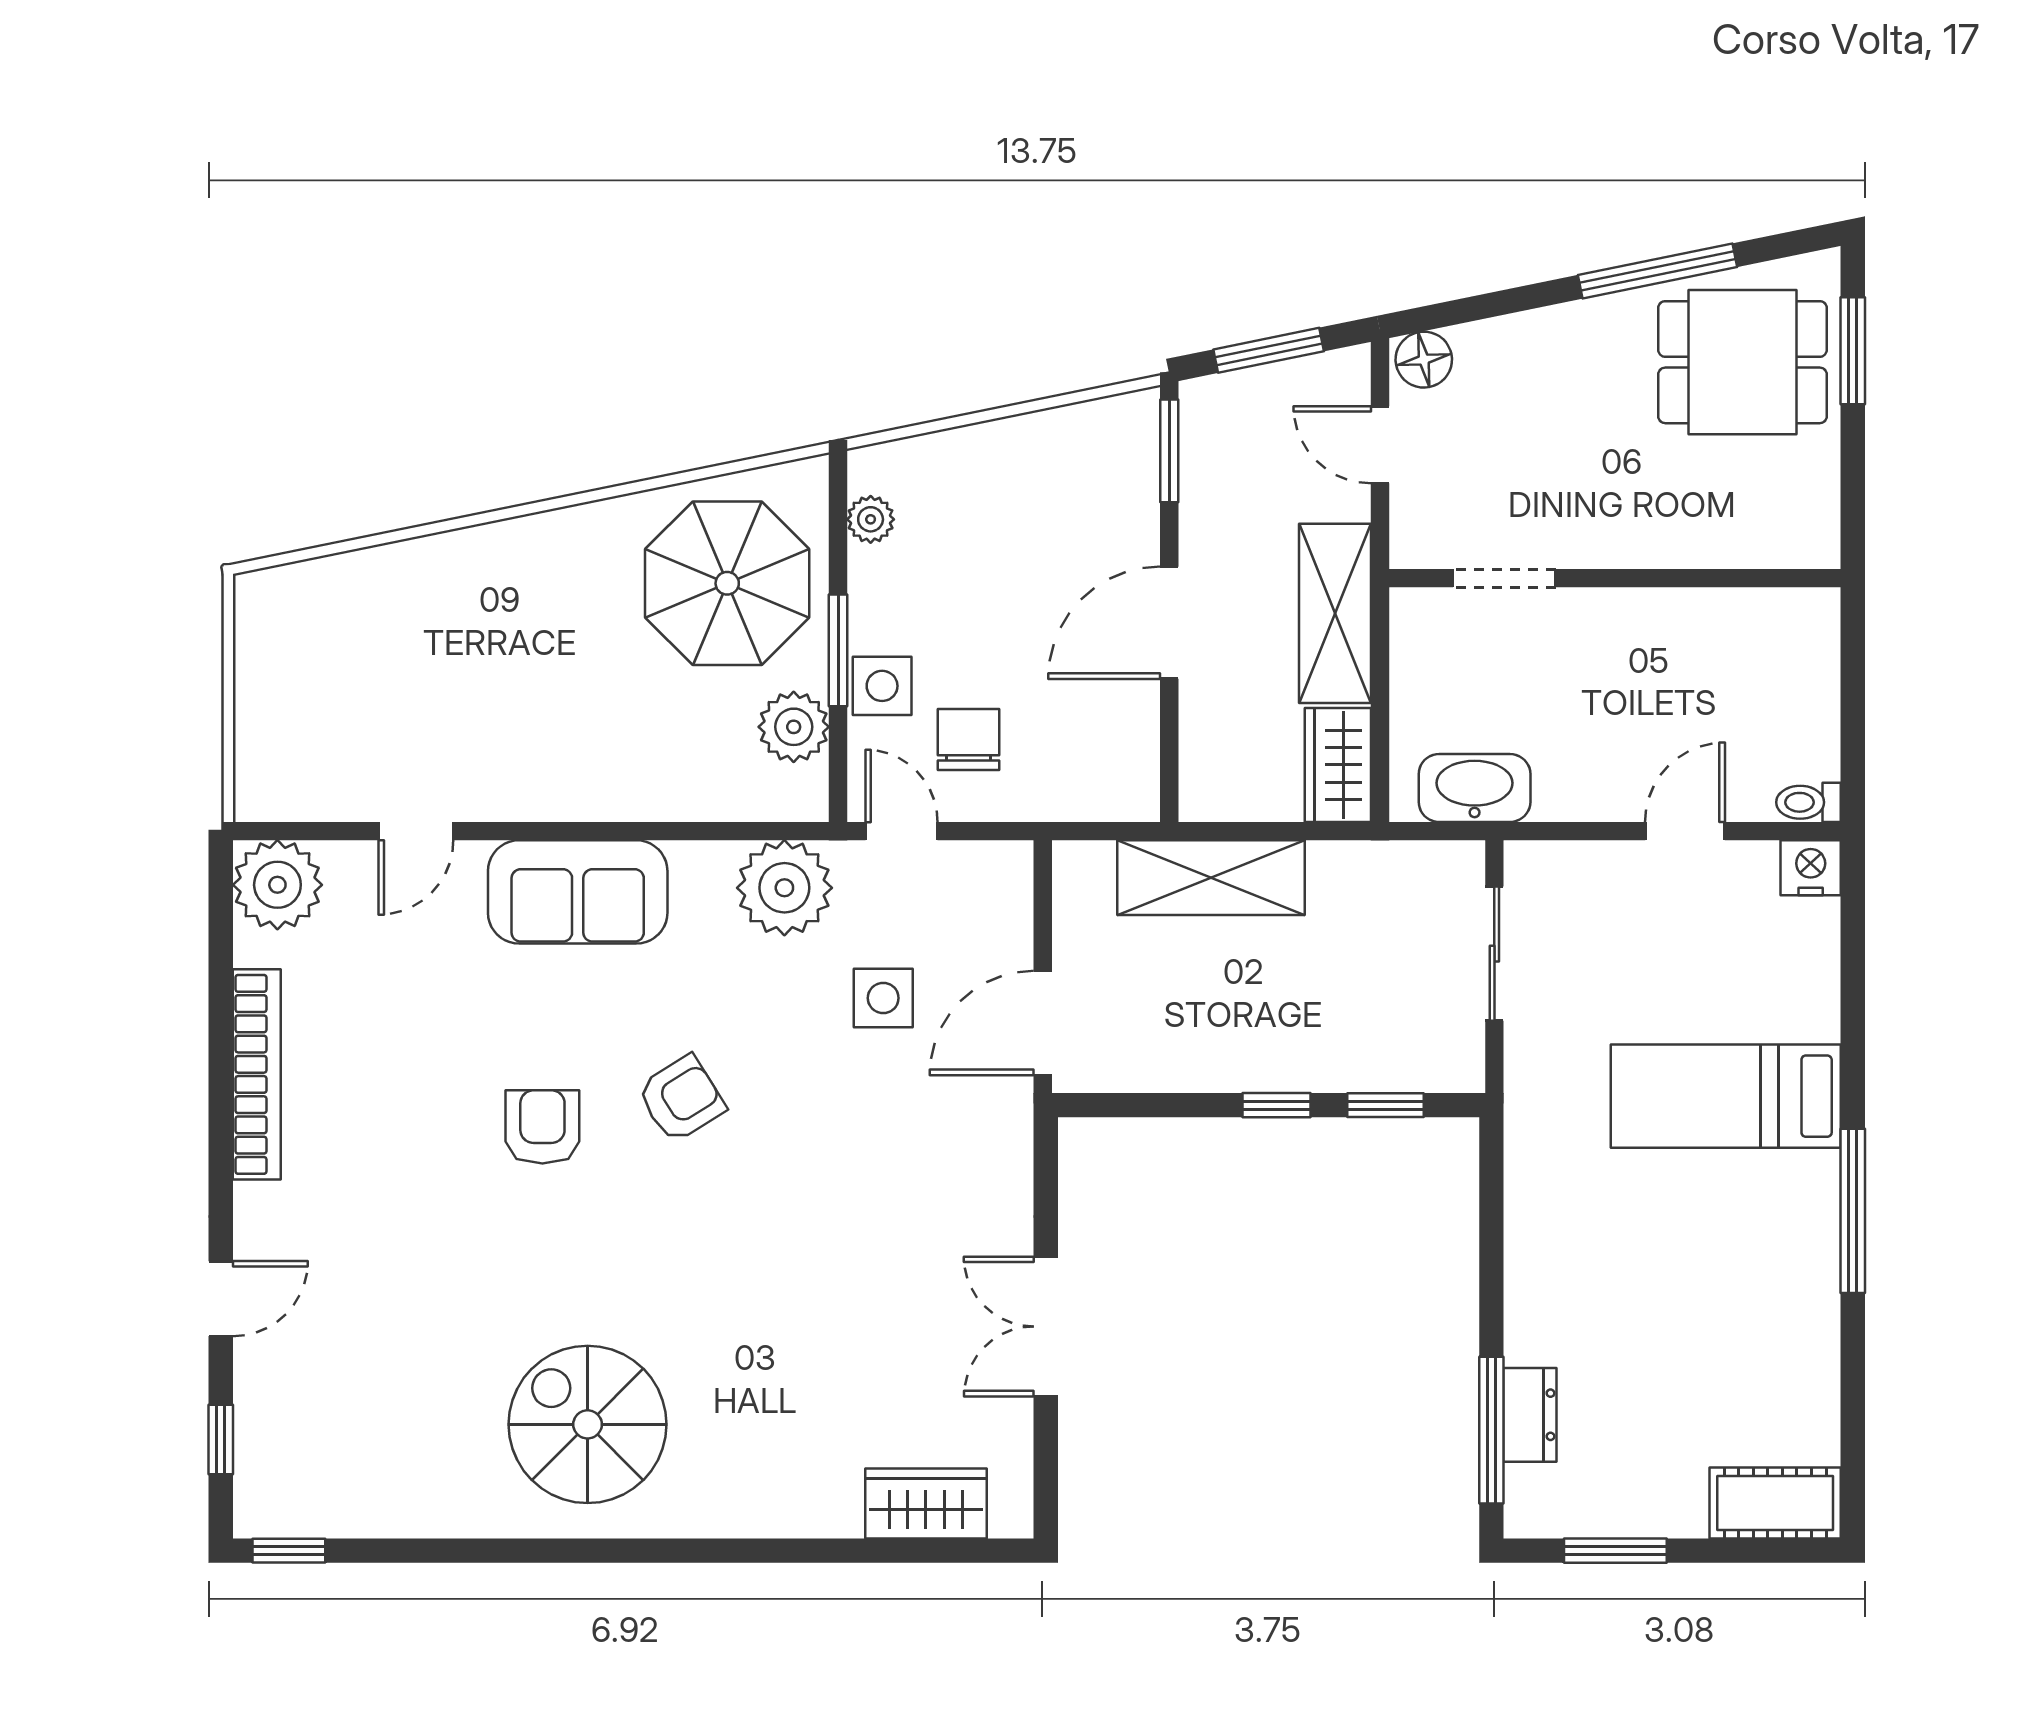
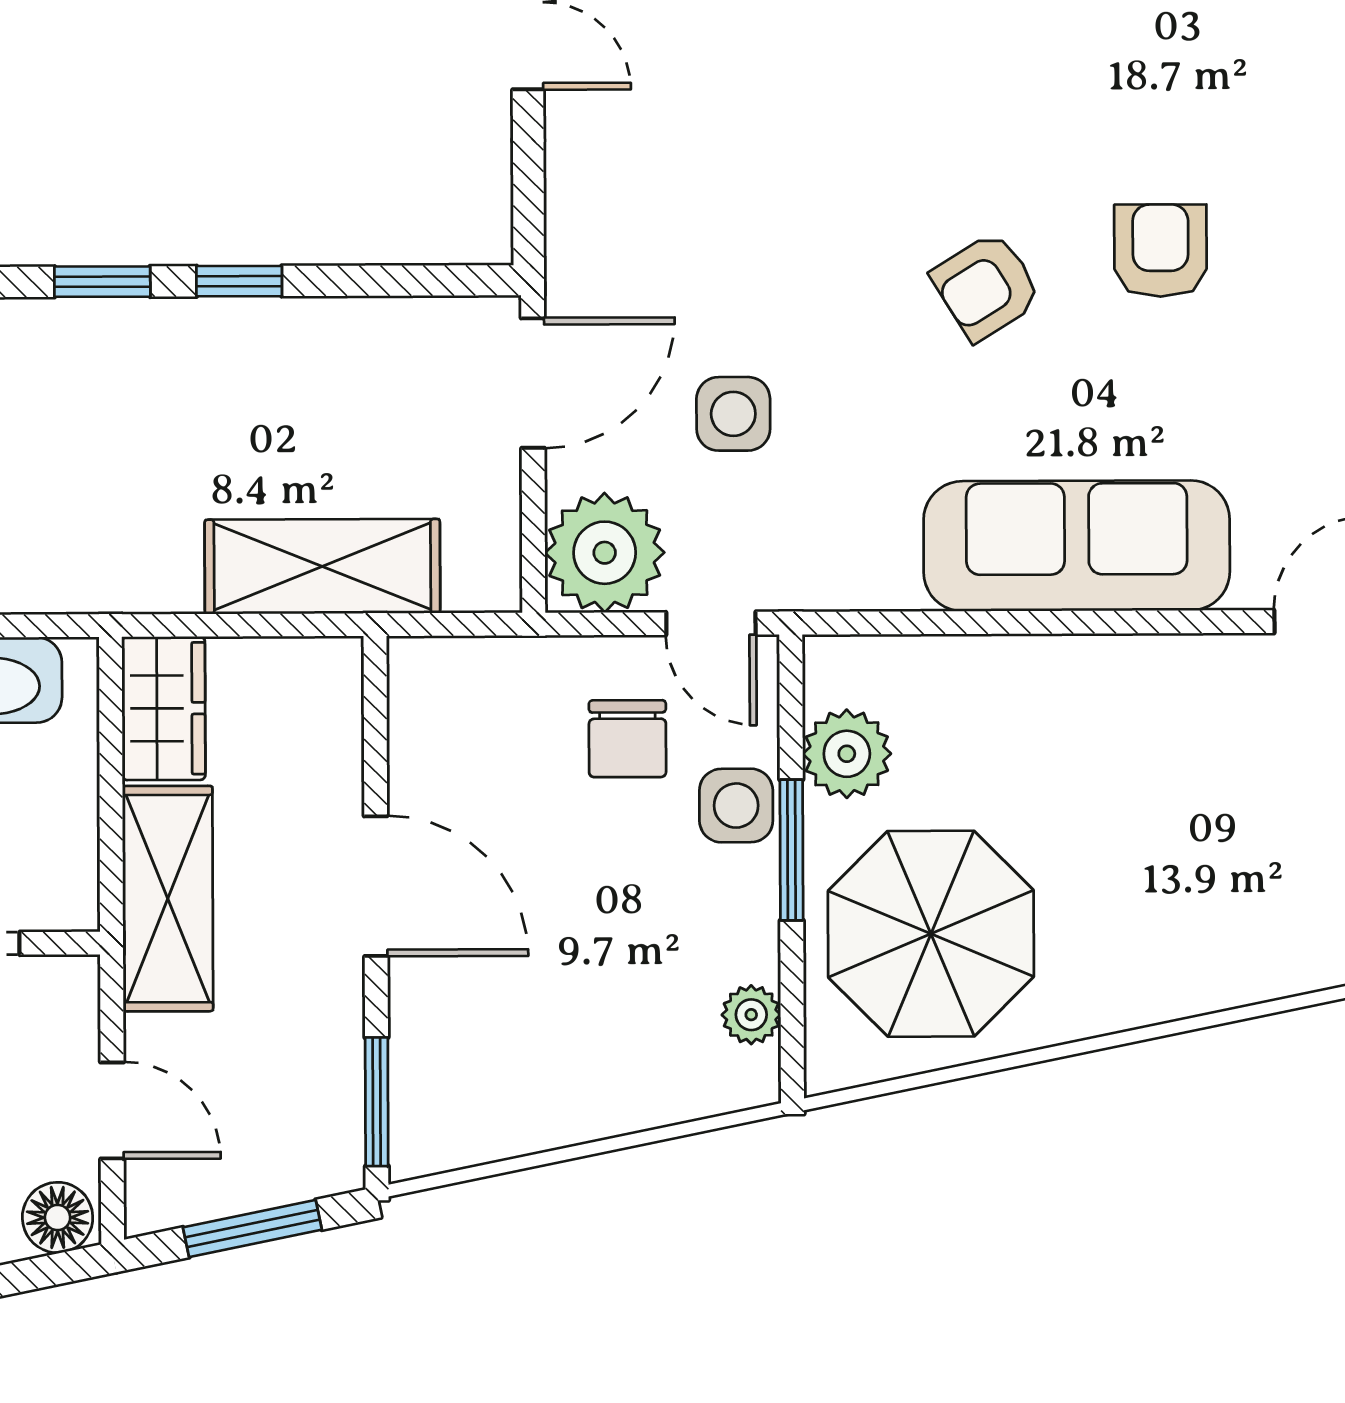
door: (1169, 623) -> (376, 886), hinge flipped
plant: (784, 888) -> (605, 553), moved
sofa: (578, 892) -> (1077, 546), width x1.36
armchair: (542, 1127) -> (1160, 251), turned 180

